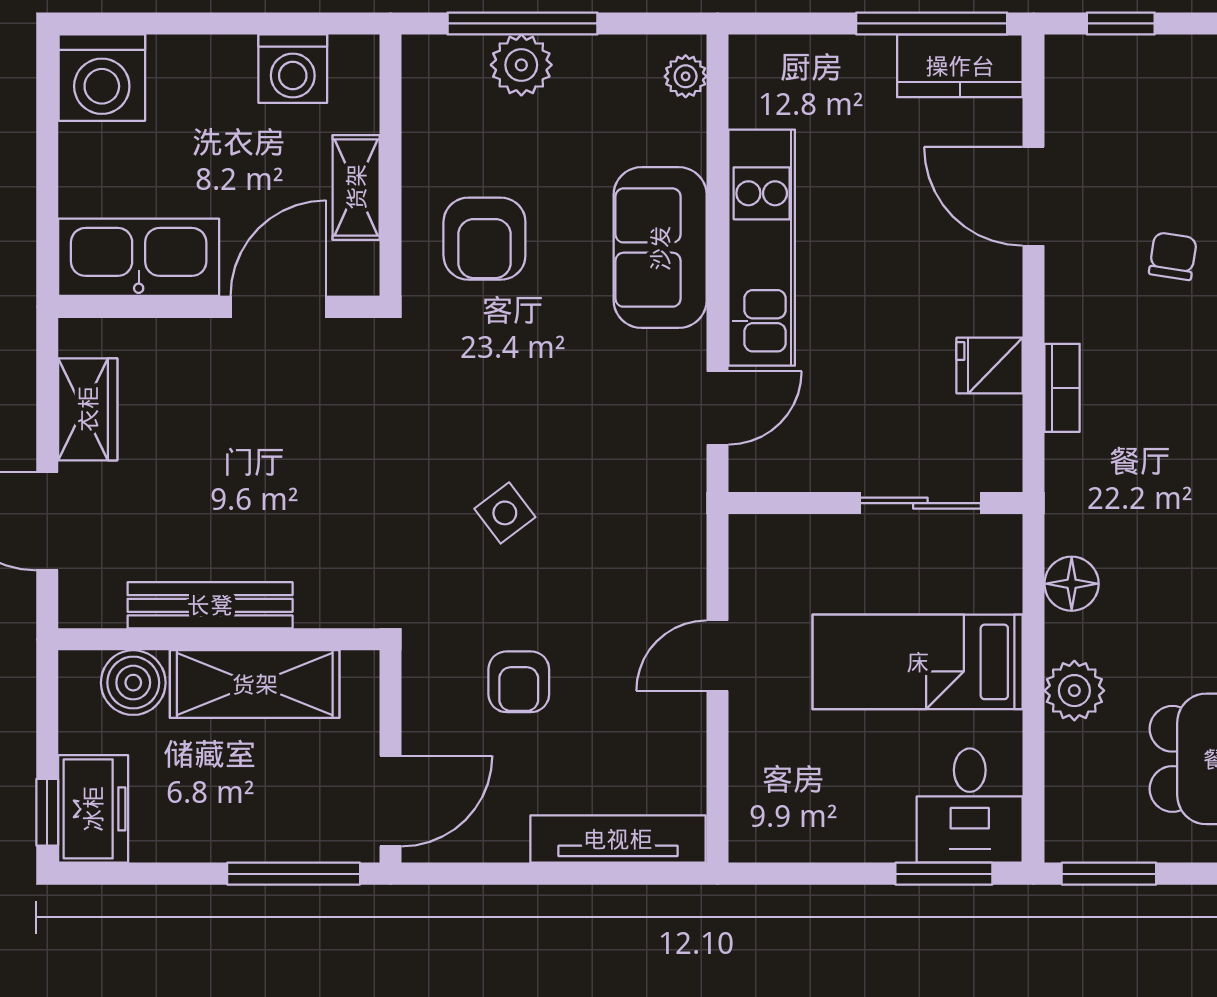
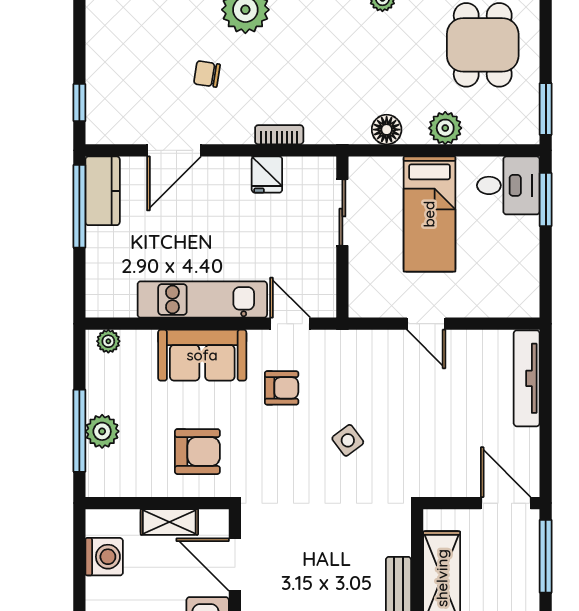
armchair: (519, 682) -> (282, 388), moved

